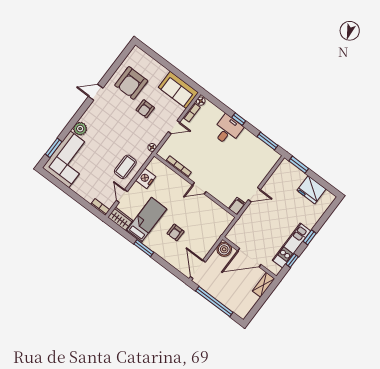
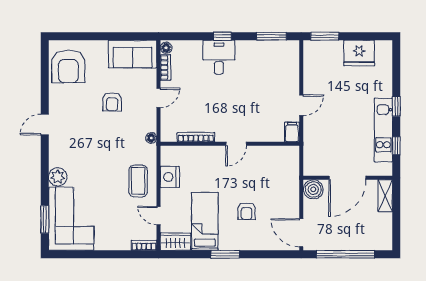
armchair: (131, 83) -> (68, 67), moved

